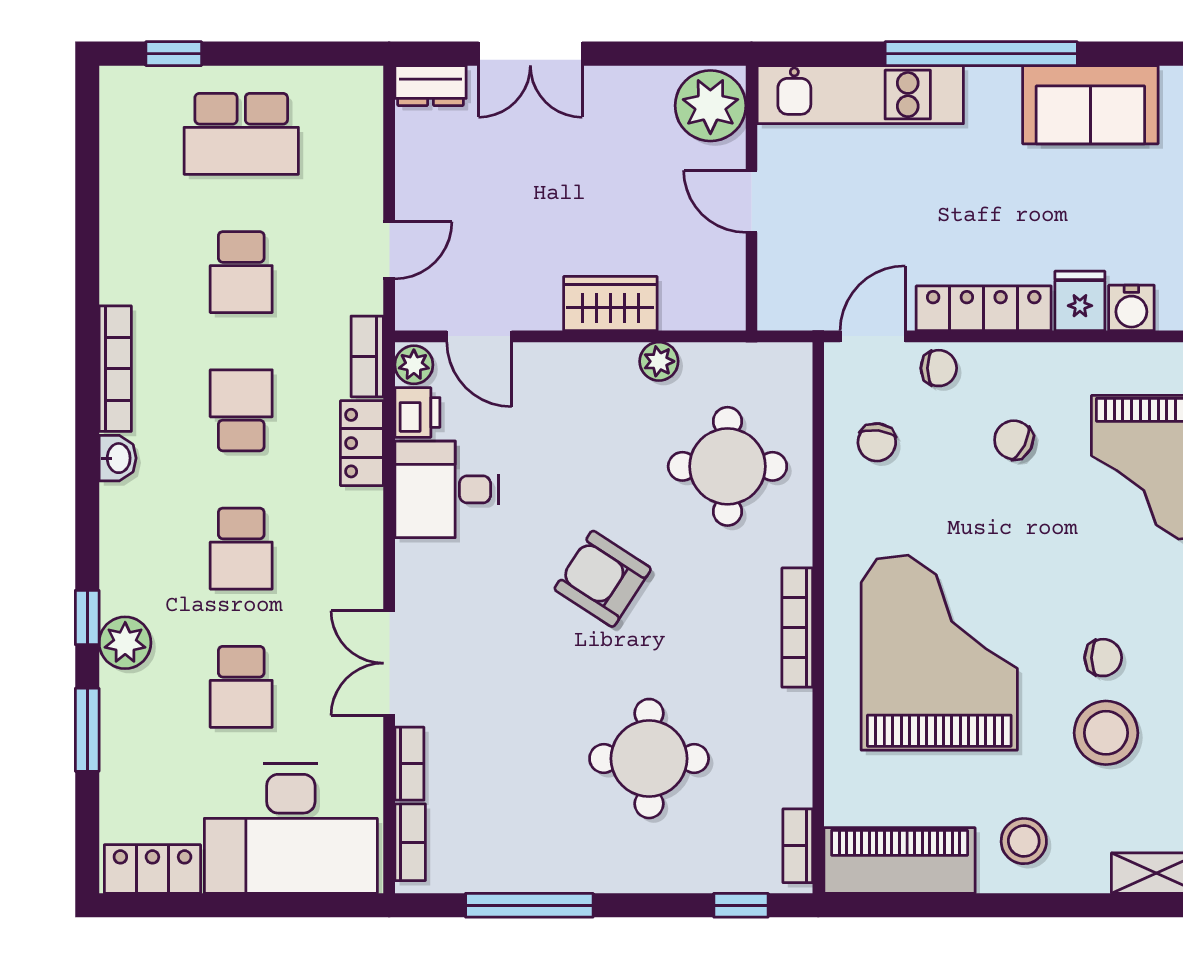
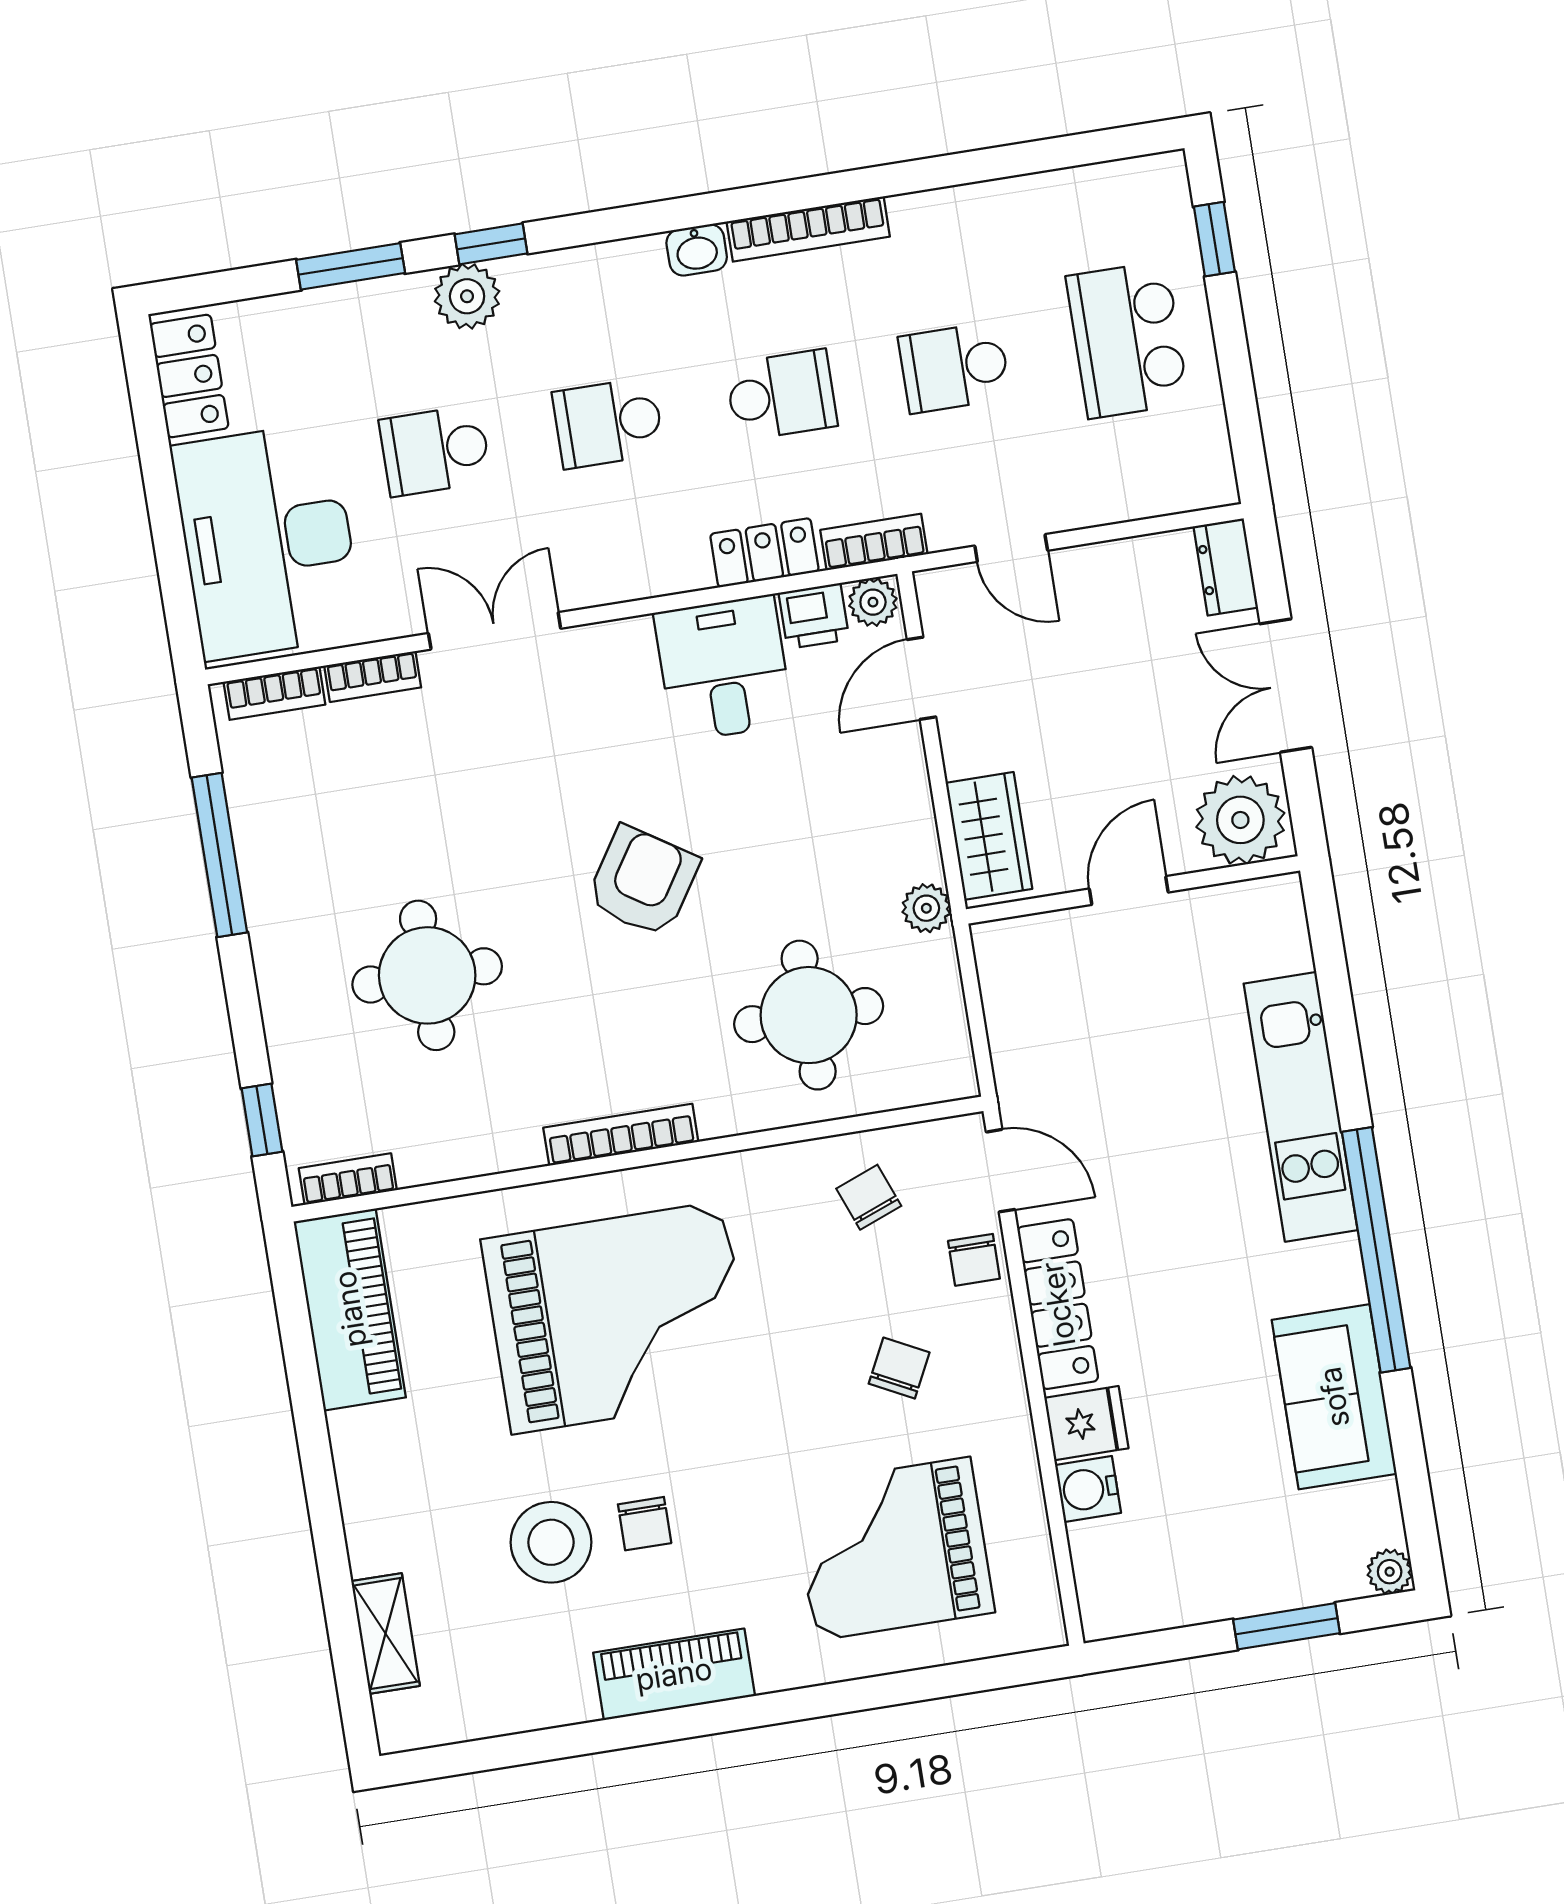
plant: (710, 106) -> (1240, 820), moved
wall: (751, 198) -> (1133, 890), moved
door: (751, 201) -> (1129, 891), moved
chair: (877, 442) -> (869, 1197), turned 62
stool: (1024, 841) -> (399, 1461), removed

